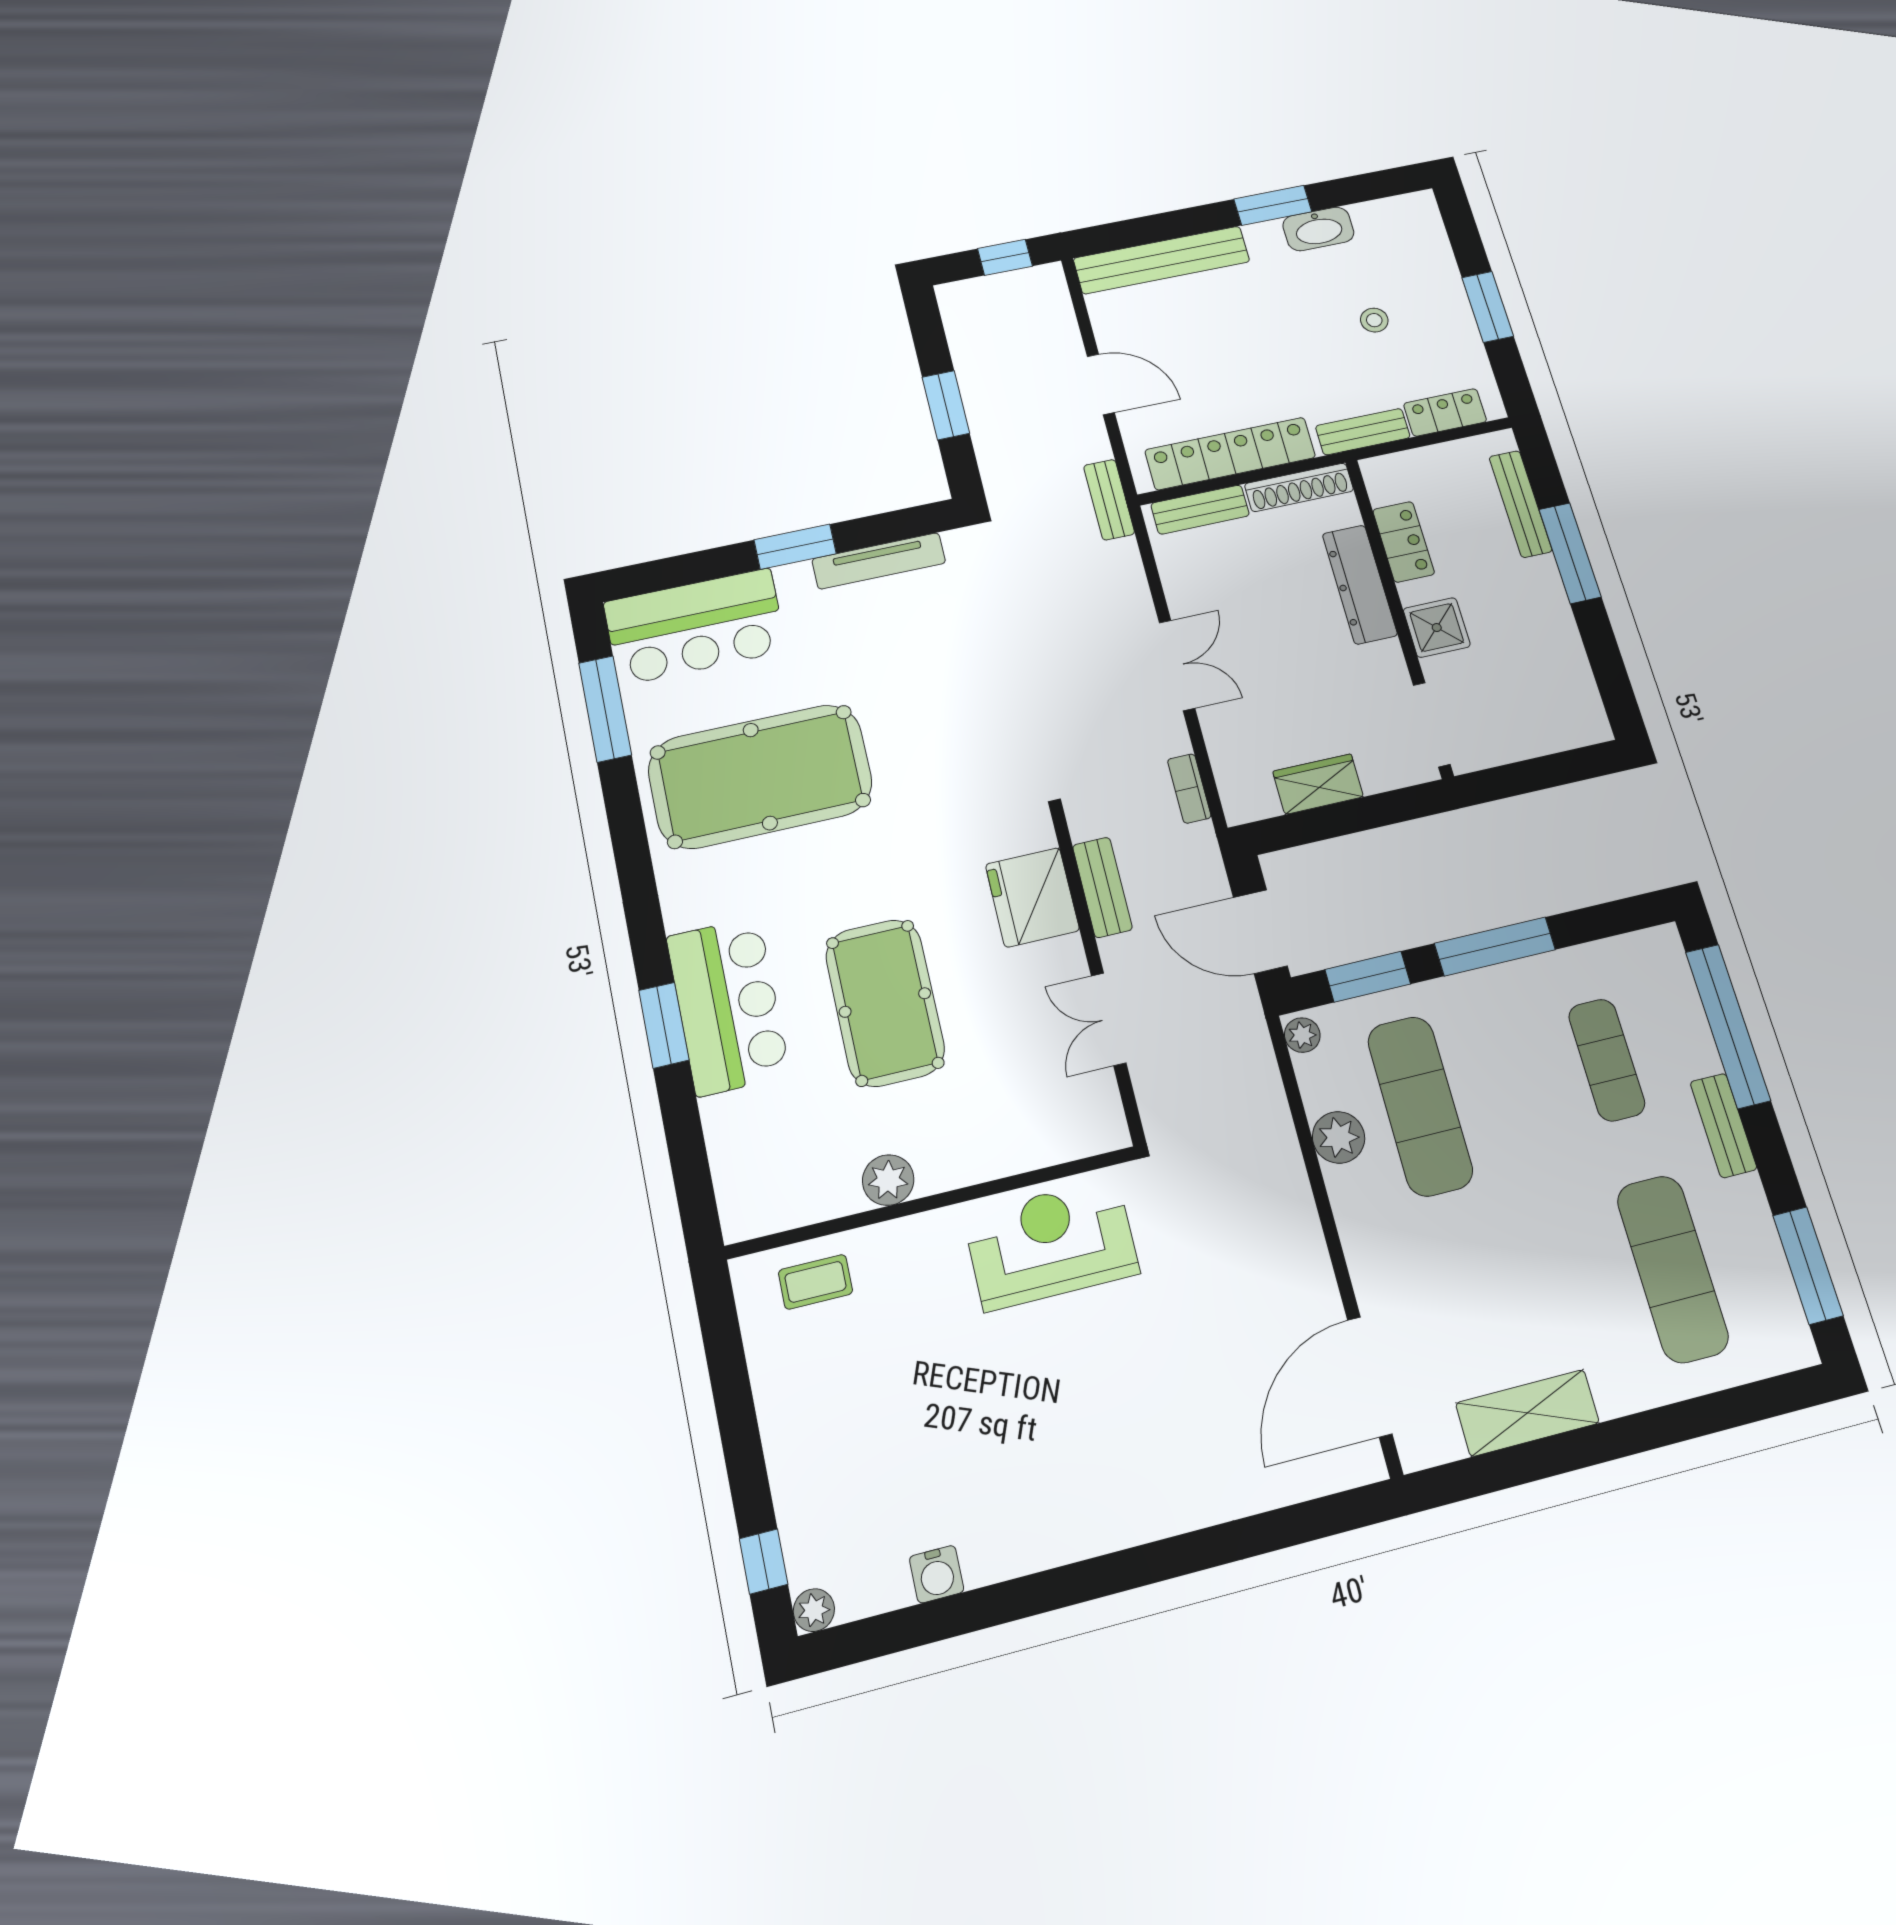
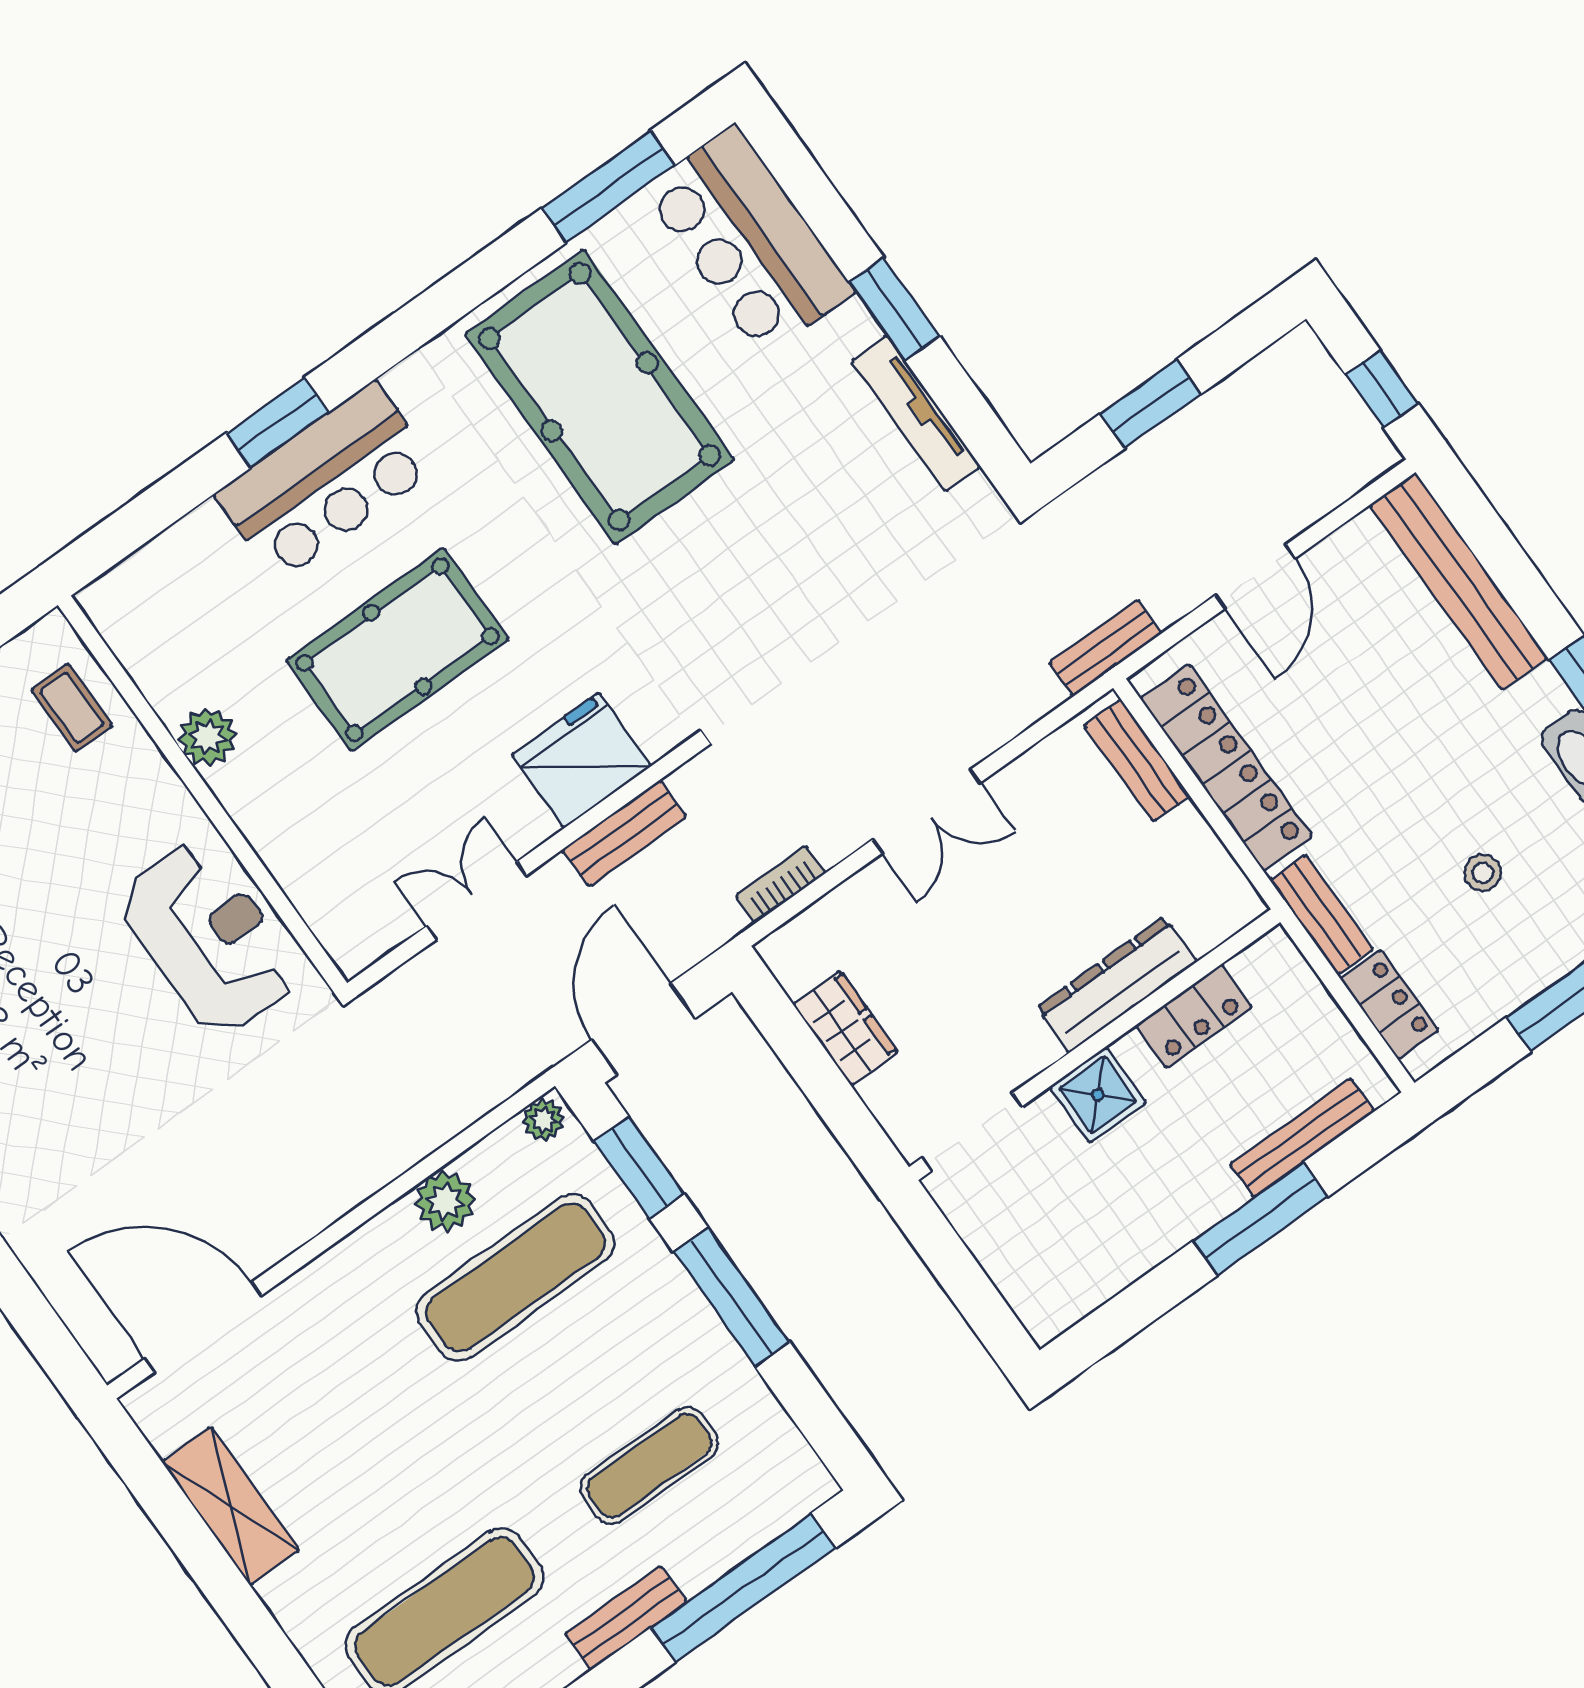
shoe rack: (1299, 487) -> (1215, 866), removed

